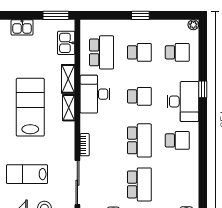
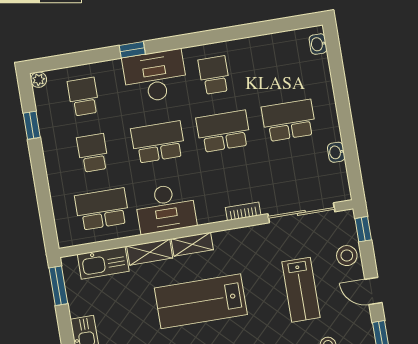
window: (140, 15) -> (32, 125), moved
kitchen sink: (66, 43) -> (103, 263), width x1.38
school desk: (139, 96) -> (158, 142), width x1.85

